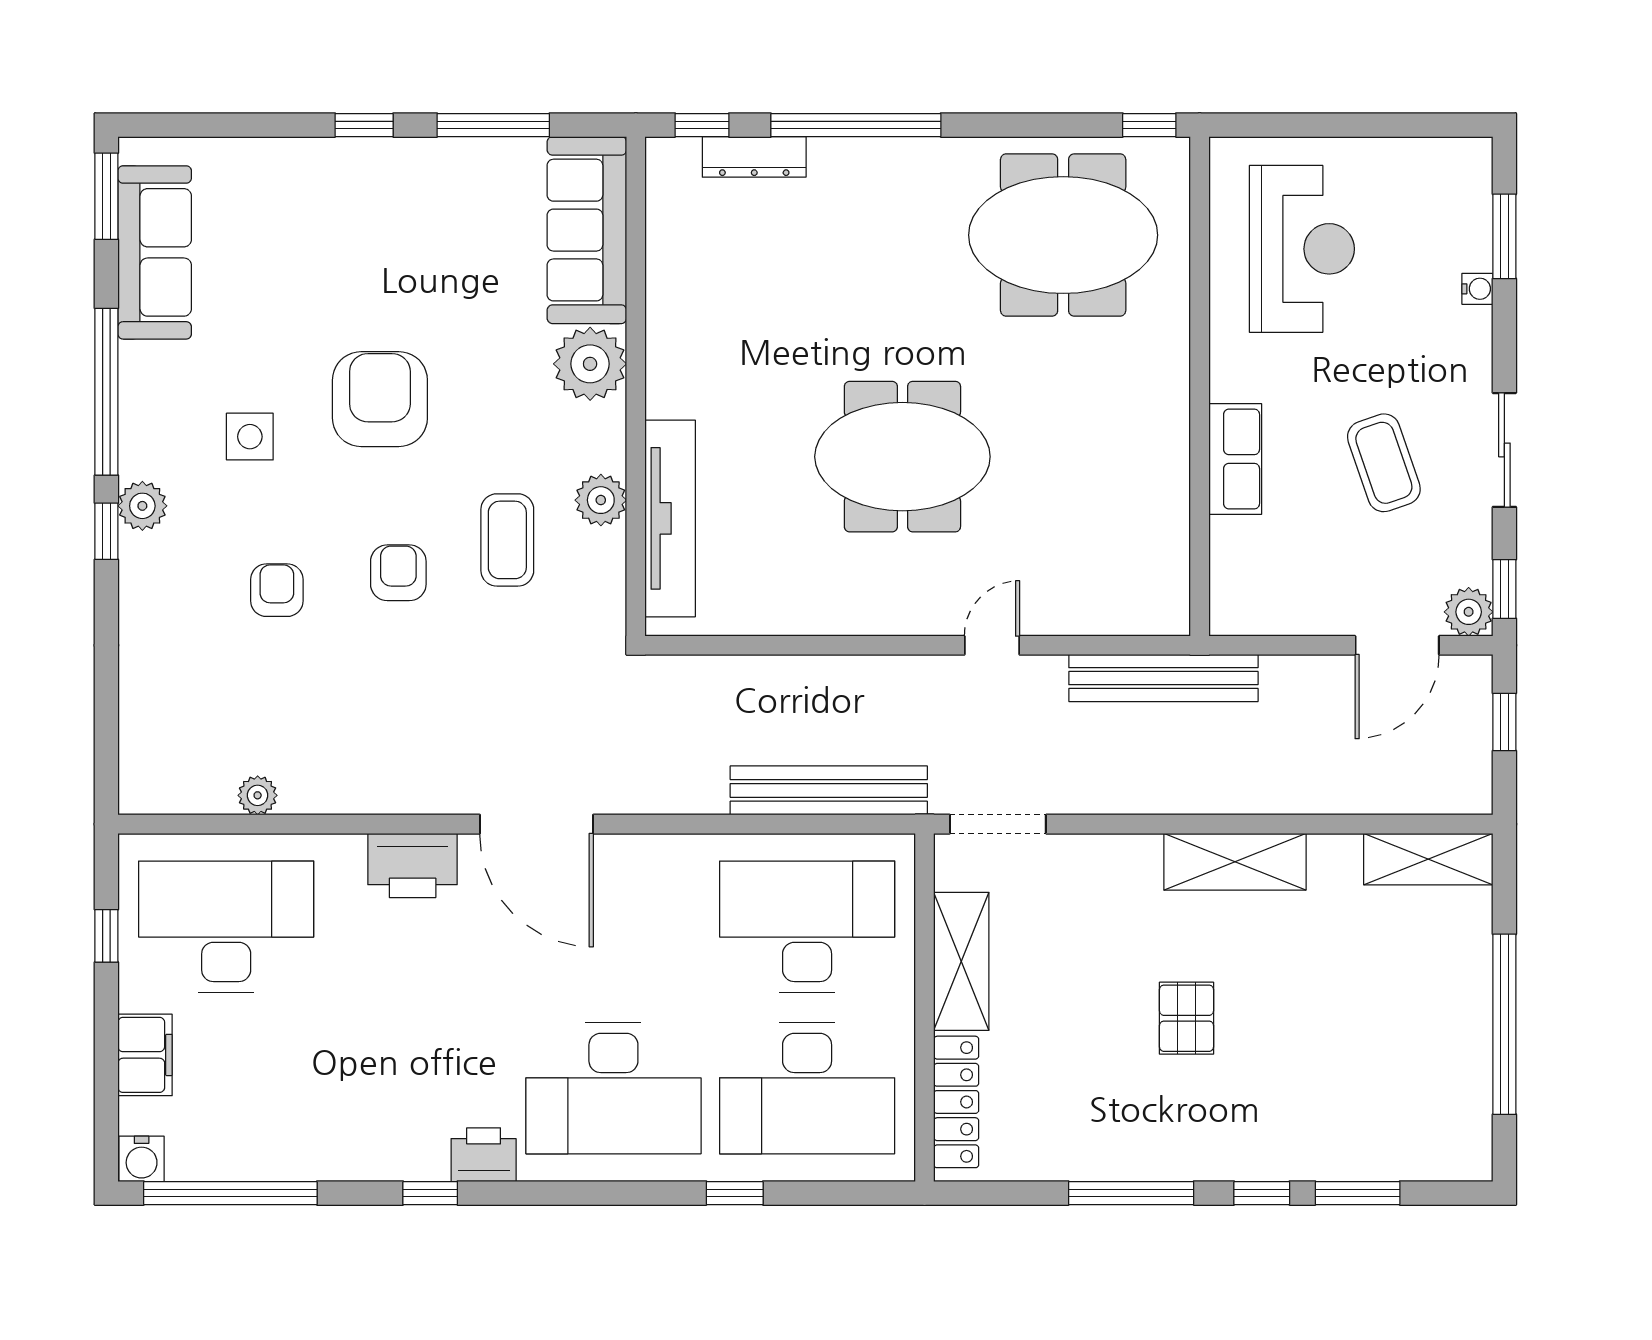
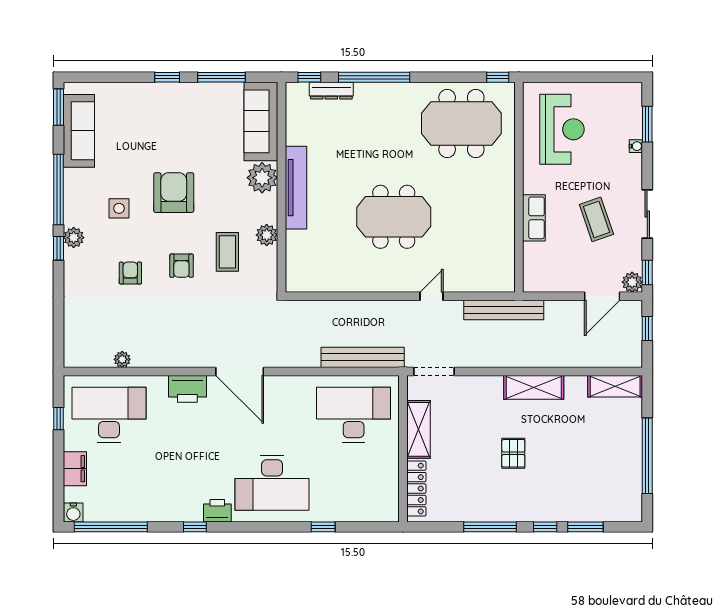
tv unit: (670, 518) -> (296, 188), moved
armchair: (398, 573) -> (181, 266), turned 180
desk: (807, 1088) -> (354, 483), removed

